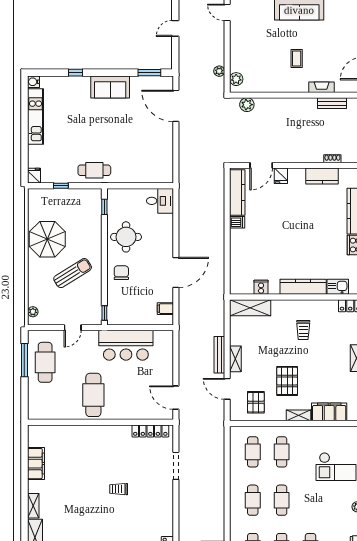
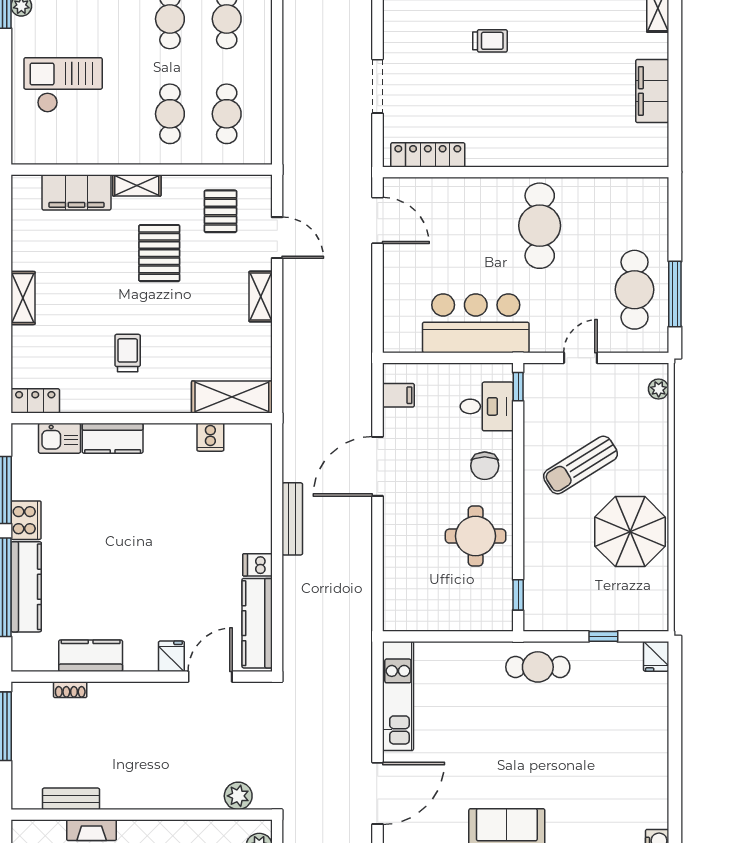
door: (176, 106) -> (378, 793), hinge flipped
kitchen unit: (36, 116) -> (398, 696), moved, turned 180
desk: (160, 201) -> (487, 406), moved, turned 180
kitchen counter: (303, 287) -> (113, 438), width x0.67
bench: (219, 355) -> (292, 519), moved

